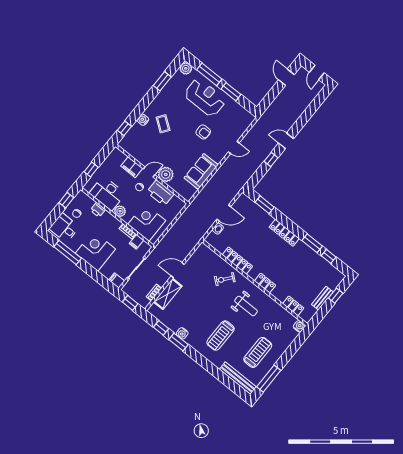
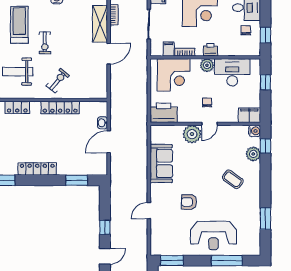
plant: (186, 68) -> (253, 154), moved
window: (231, 92) -> (172, 261), moved
water cooler: (143, 120) -> (255, 131), moved
filing cabinet: (132, 167) -> (249, 115), moved
printer: (160, 193) -> (164, 113), moved
printer: (98, 210) -> (210, 50), moved
exercise bike: (213, 310) -> (45, 43), added

